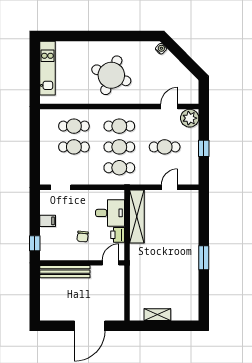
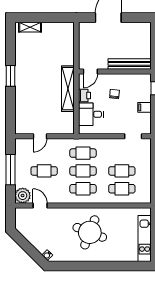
door: (169, 107) -> (40, 206), swing flipped
window: (204, 148) -> (10, 170), width x2.17
shelving: (137, 216) -> (68, 89), moved
shelving: (157, 315) -> (30, 27), moved

